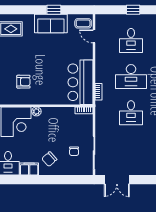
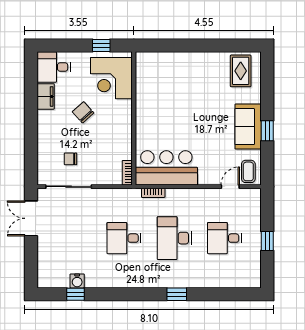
armchair: (23, 82) -> (167, 88), removed
plant: (36, 111) -> (126, 107), removed
chair: (49, 159) -> (83, 112), moved

